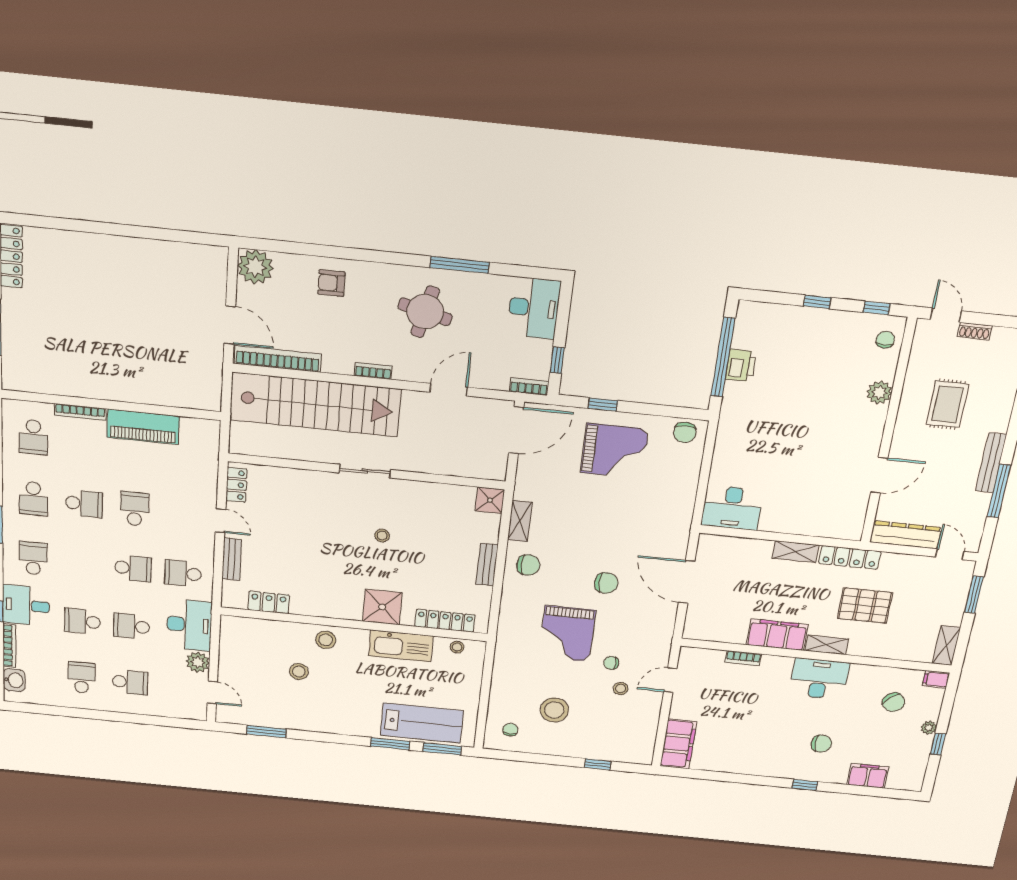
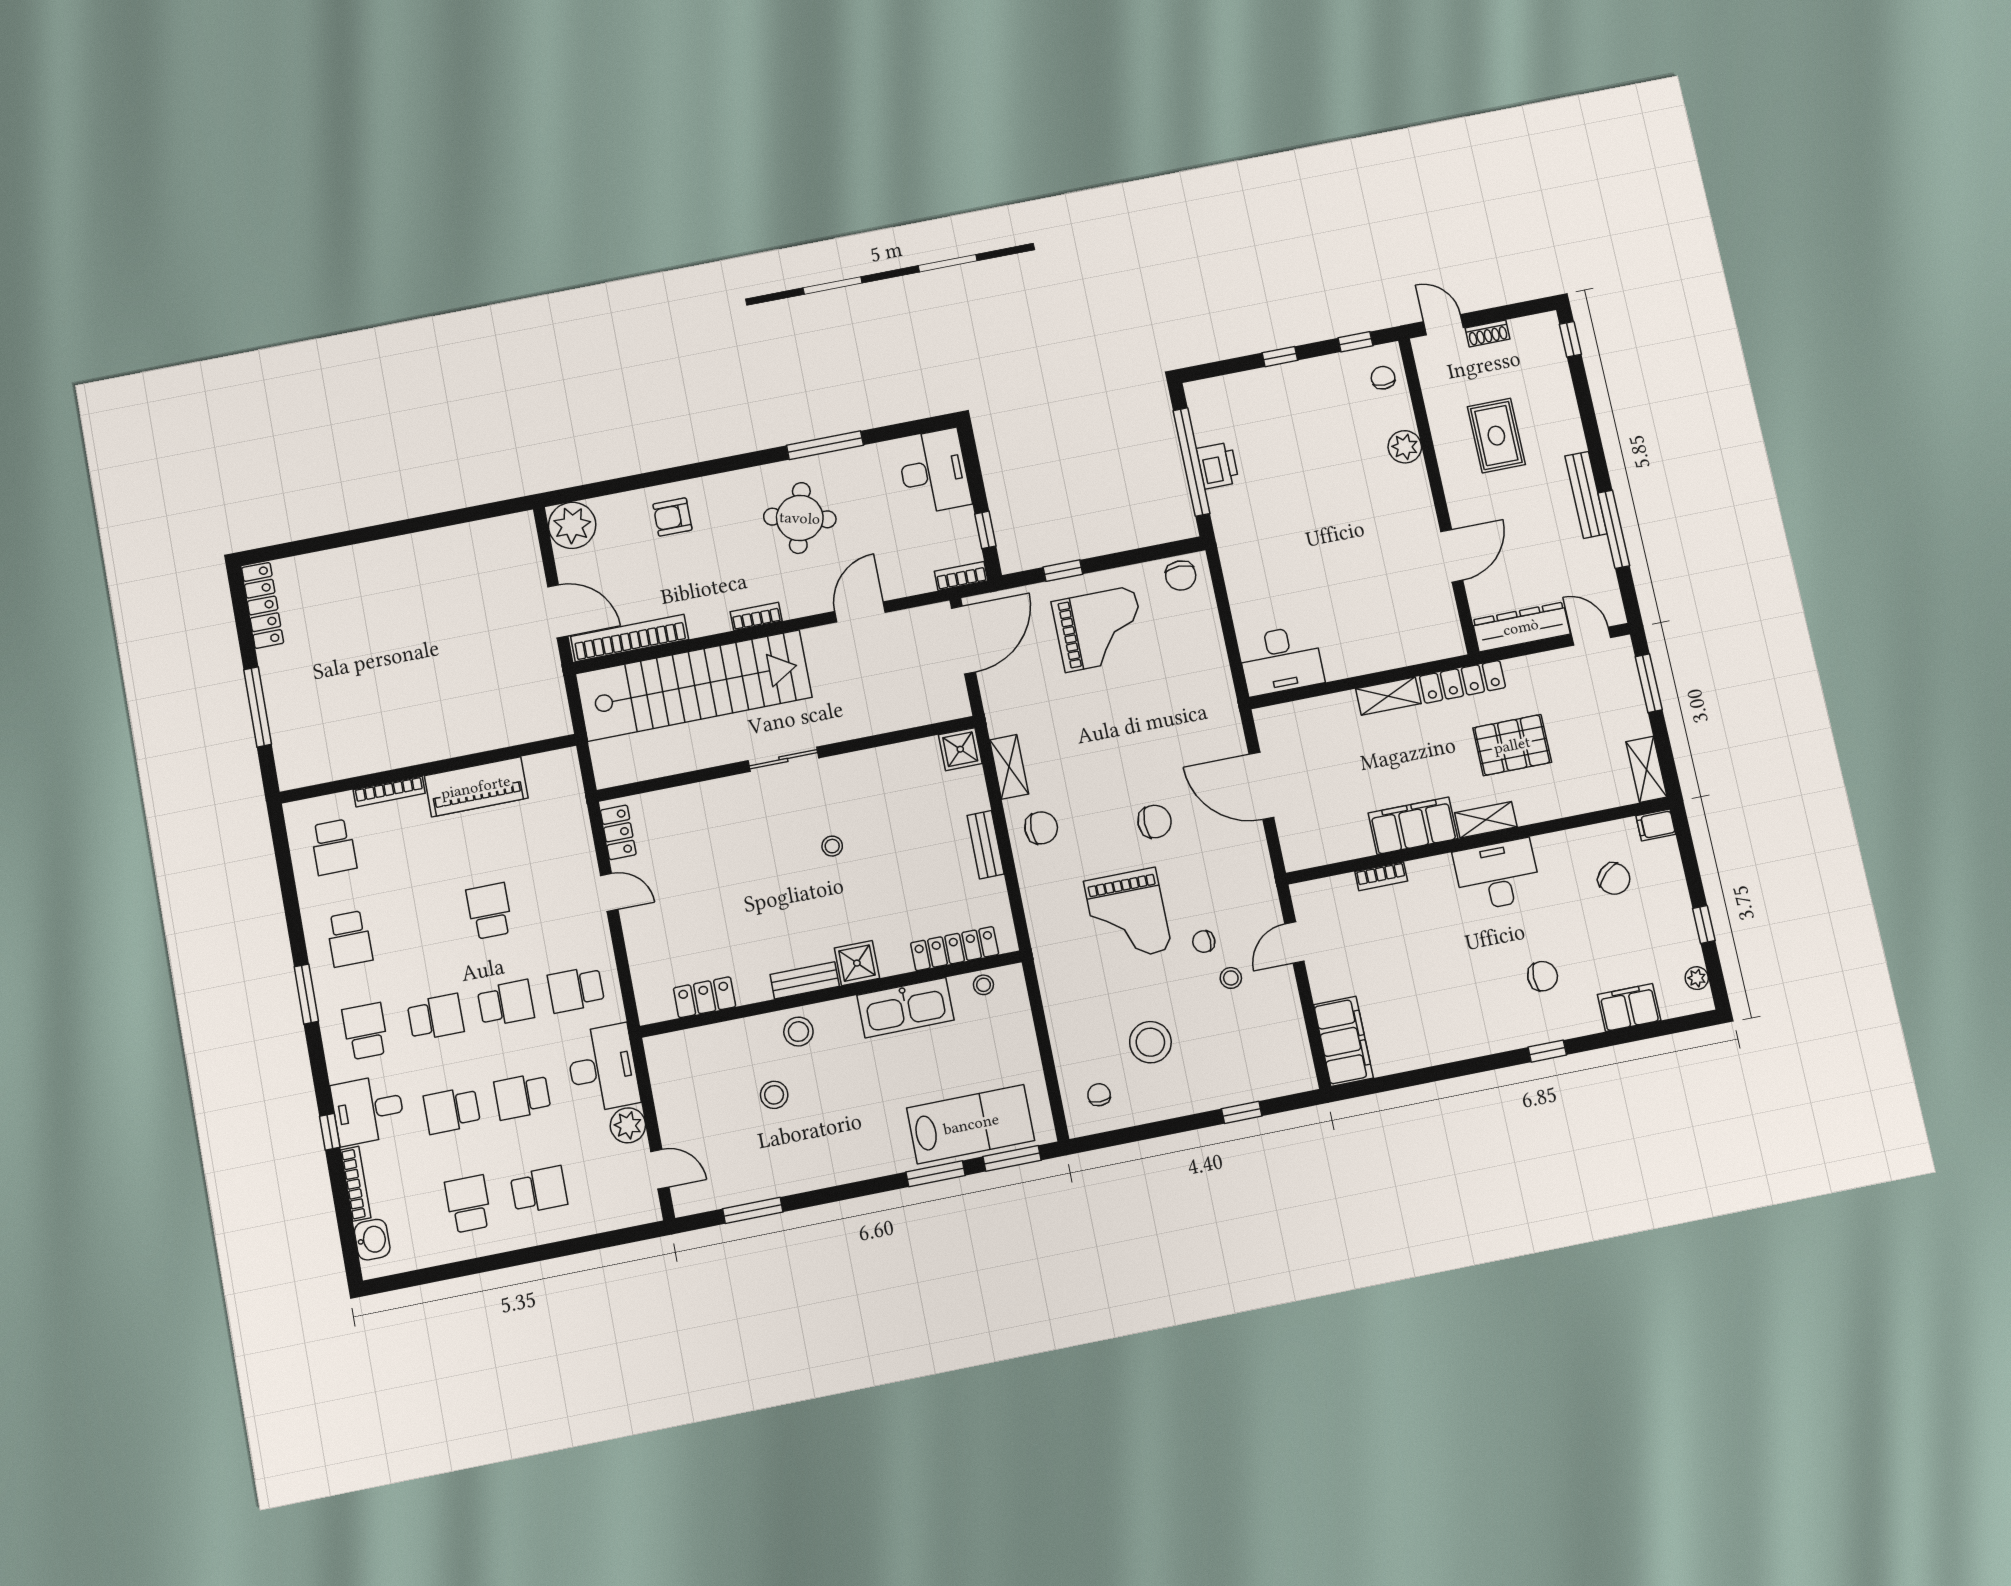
school desk: (84, 504) -> (436, 1017), moved
bench: (232, 559) -> (805, 980), moved, turned 90
shower: (382, 607) -> (857, 963), width x0.73, depth x0.73
plant: (929, 728) -> (1697, 978), moved

